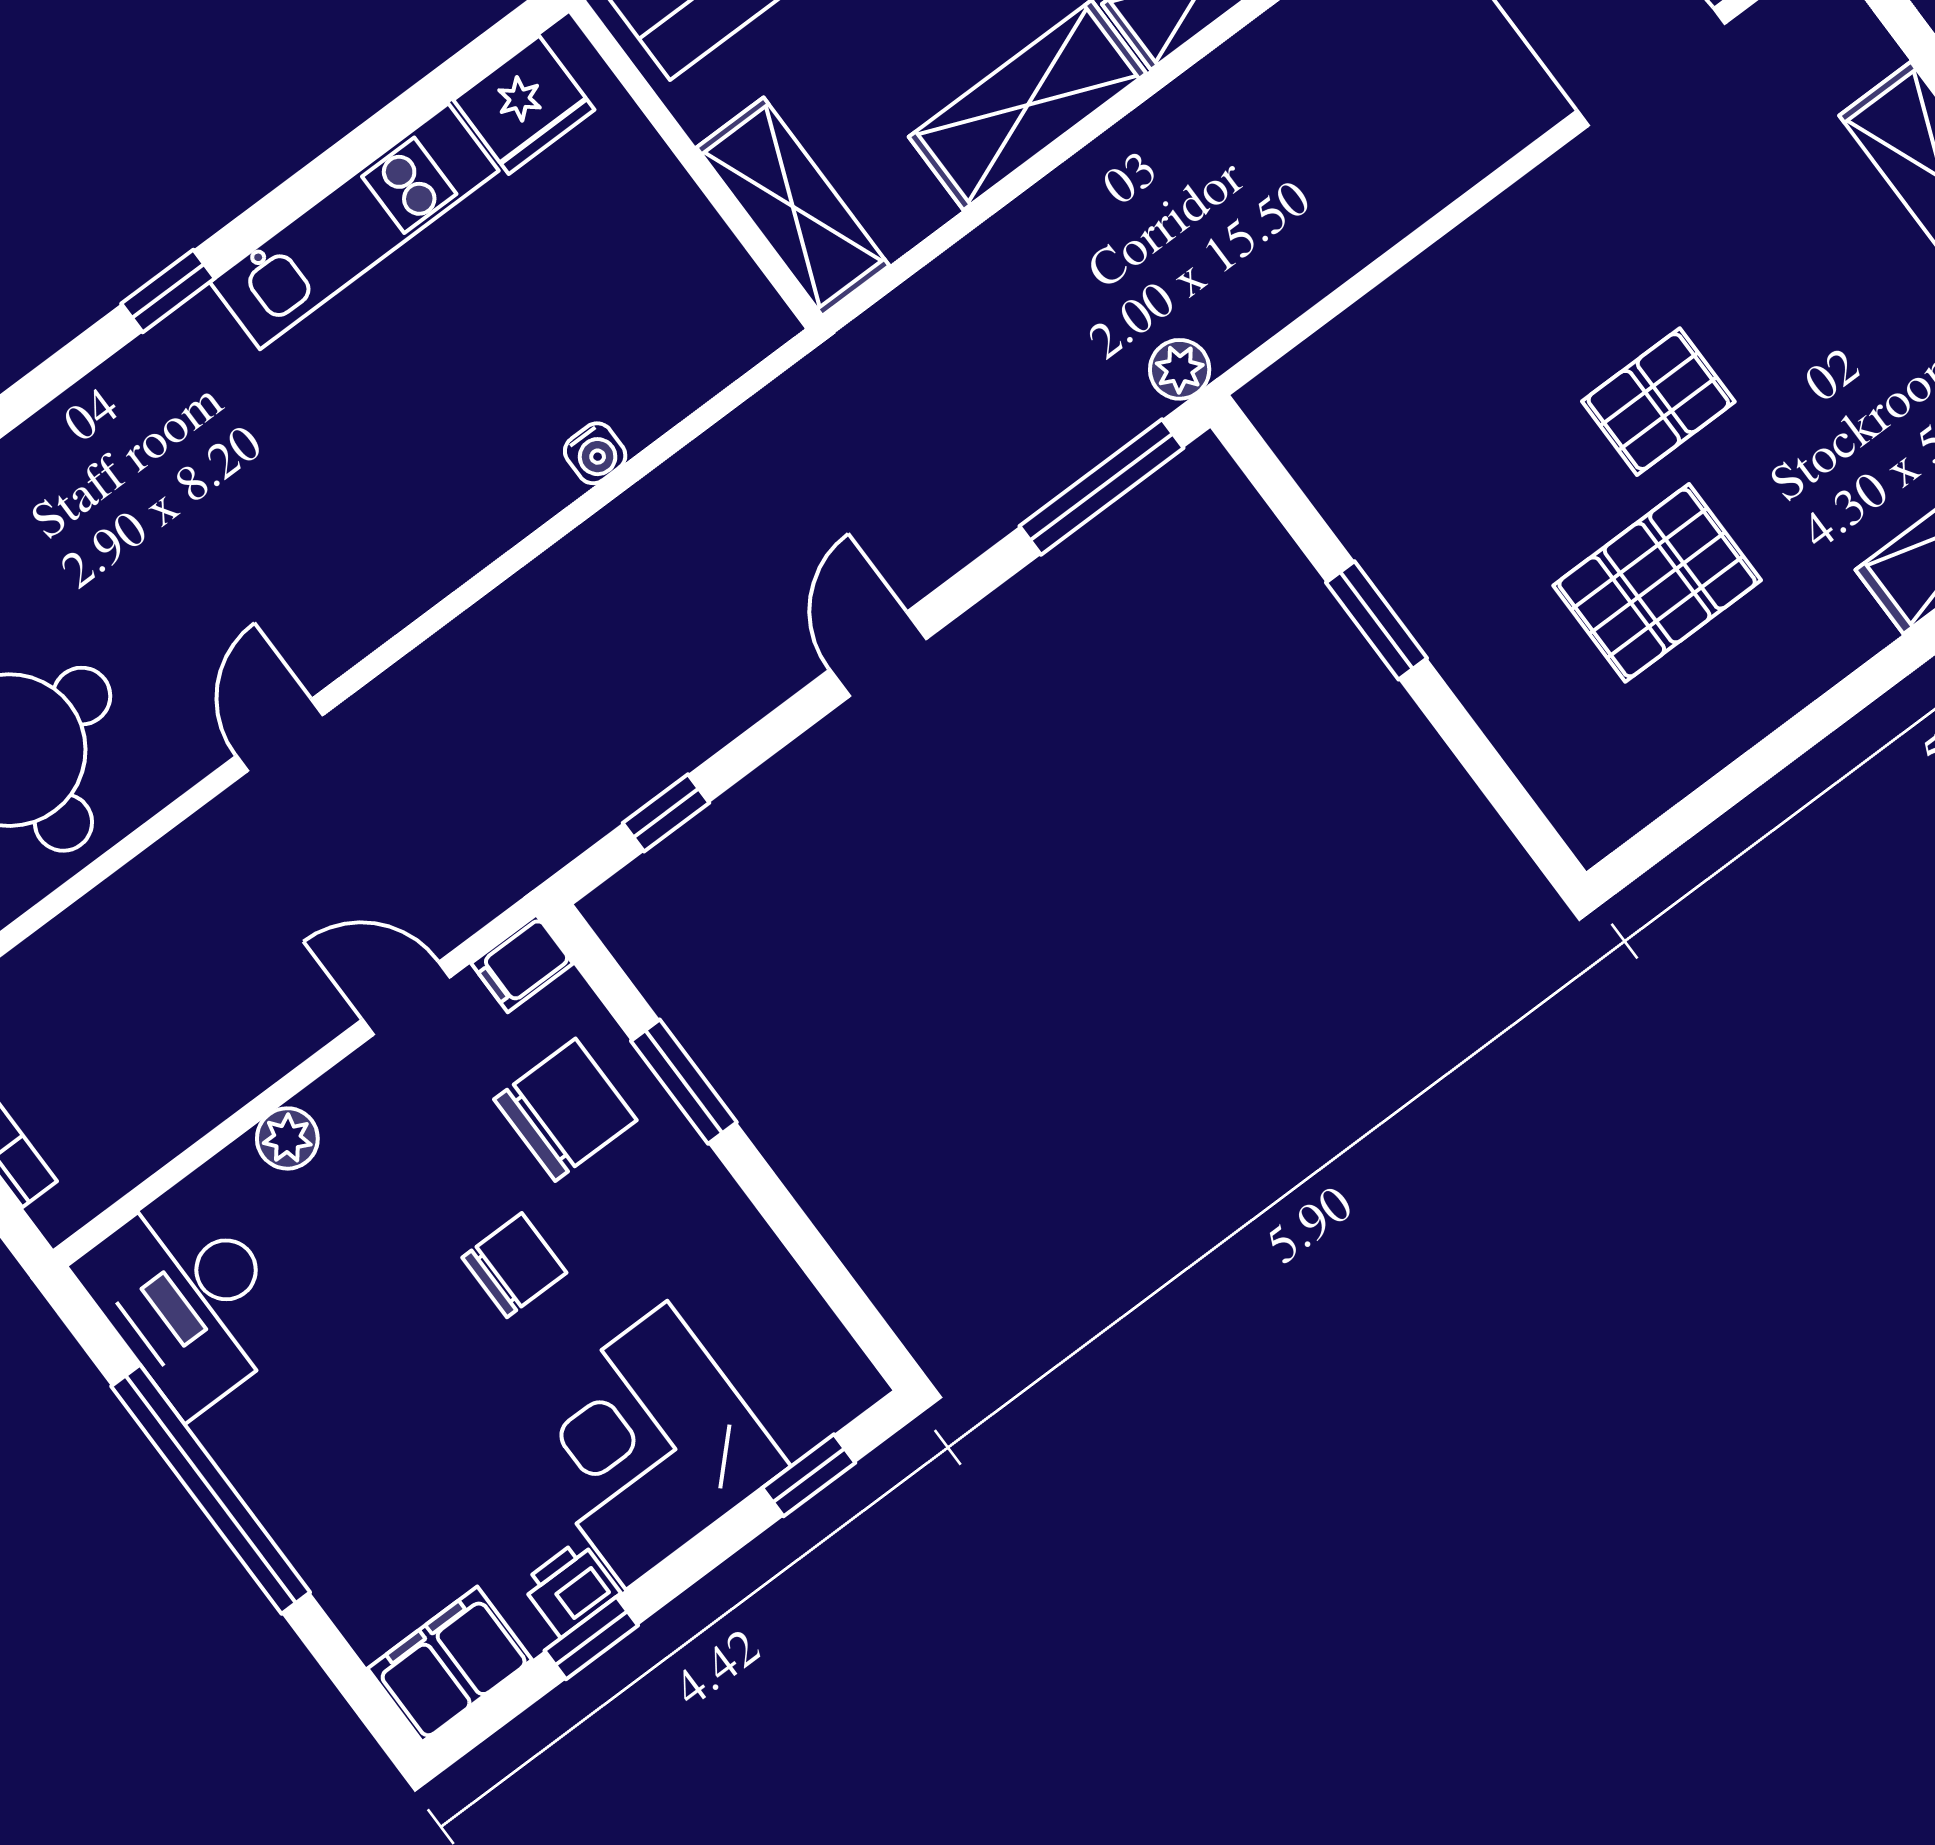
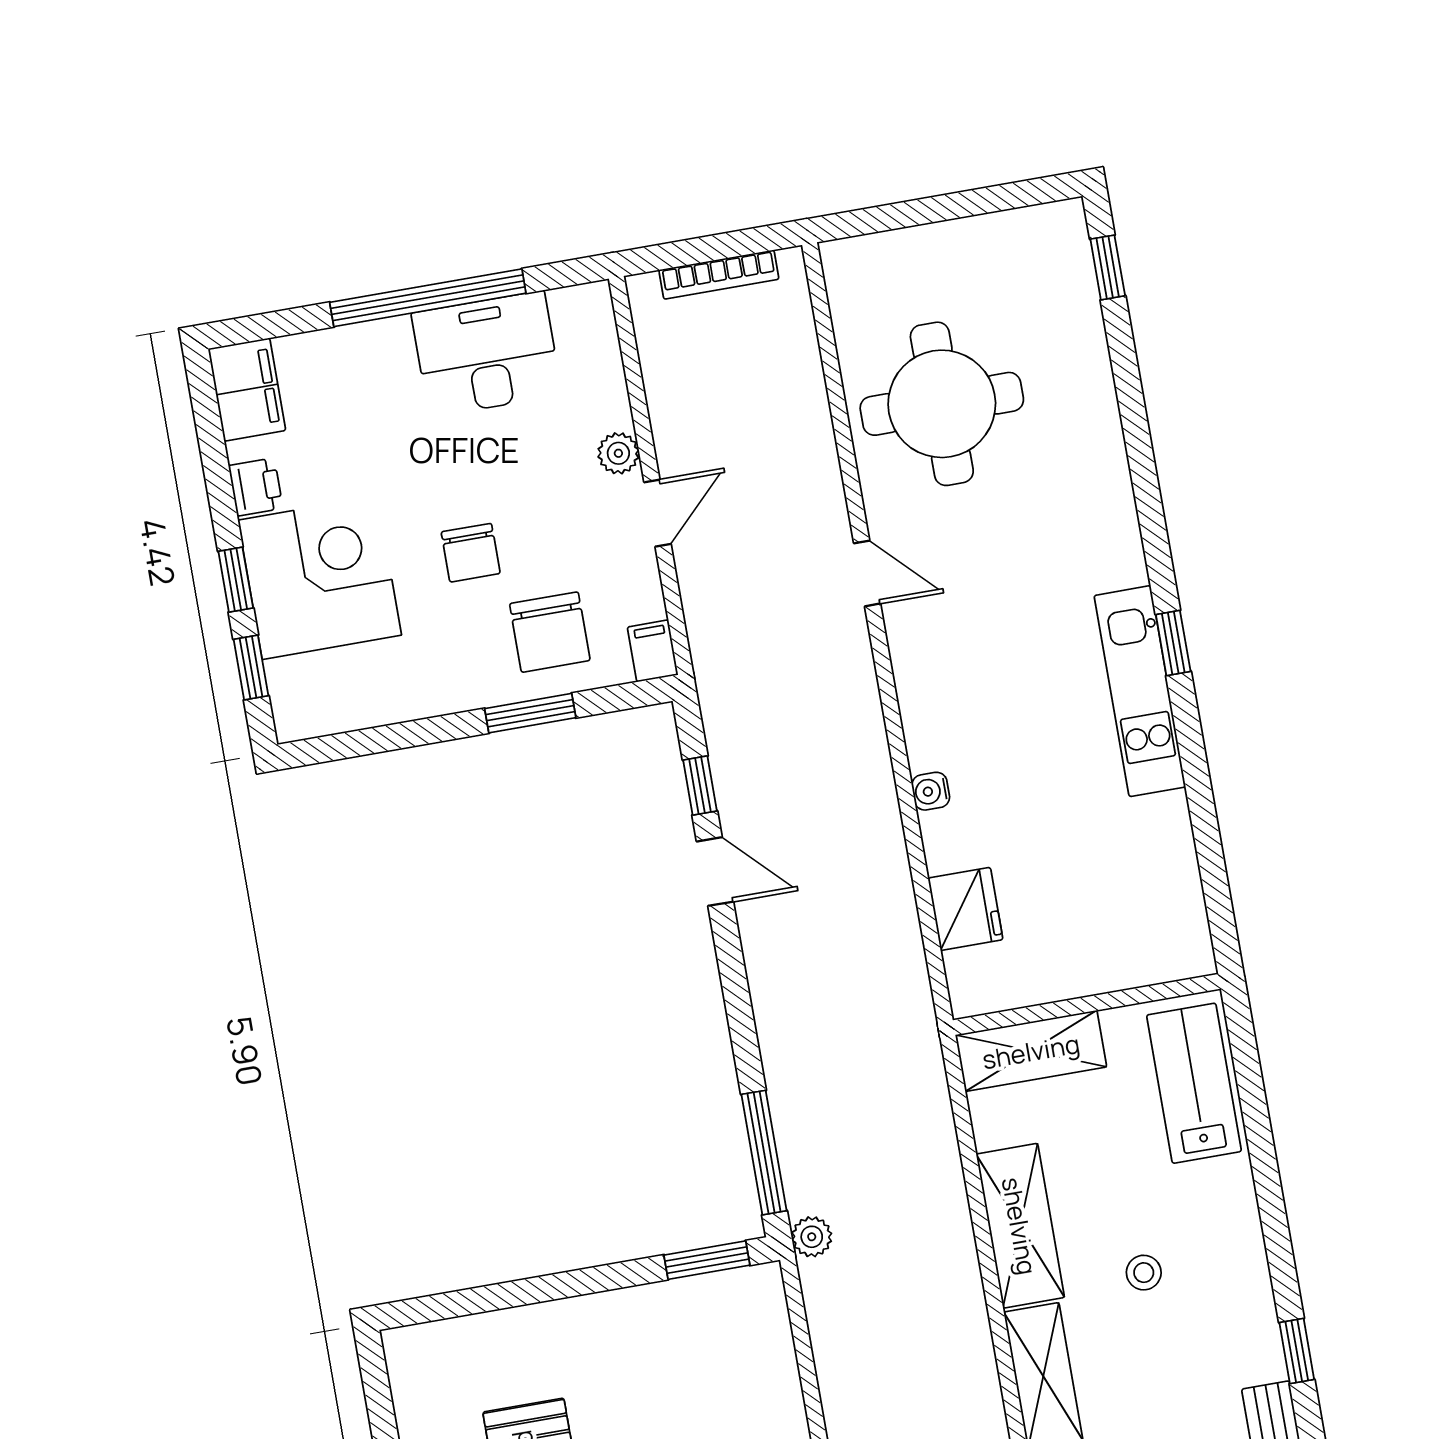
fridge: (524, 105) -> (965, 909), moved, turned 180
kitchen unit: (354, 226) -> (1140, 691), moved
water cooler: (595, 453) -> (931, 791), moved
window: (1376, 620) -> (707, 1260), moved
door: (878, 654) -> (715, 872), moved
door: (406, 998) -> (657, 513), moved
desk: (187, 1299) -> (487, 354), moved
window: (591, 1638) -> (236, 580), moved

